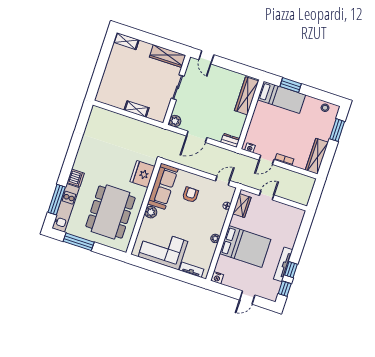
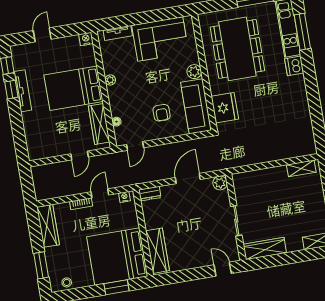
bed: (281, 97) -> (117, 256), width x2.04
shelving: (137, 109) -> (301, 168), moved
wardrobe: (242, 206) -> (99, 124), width x1.50

